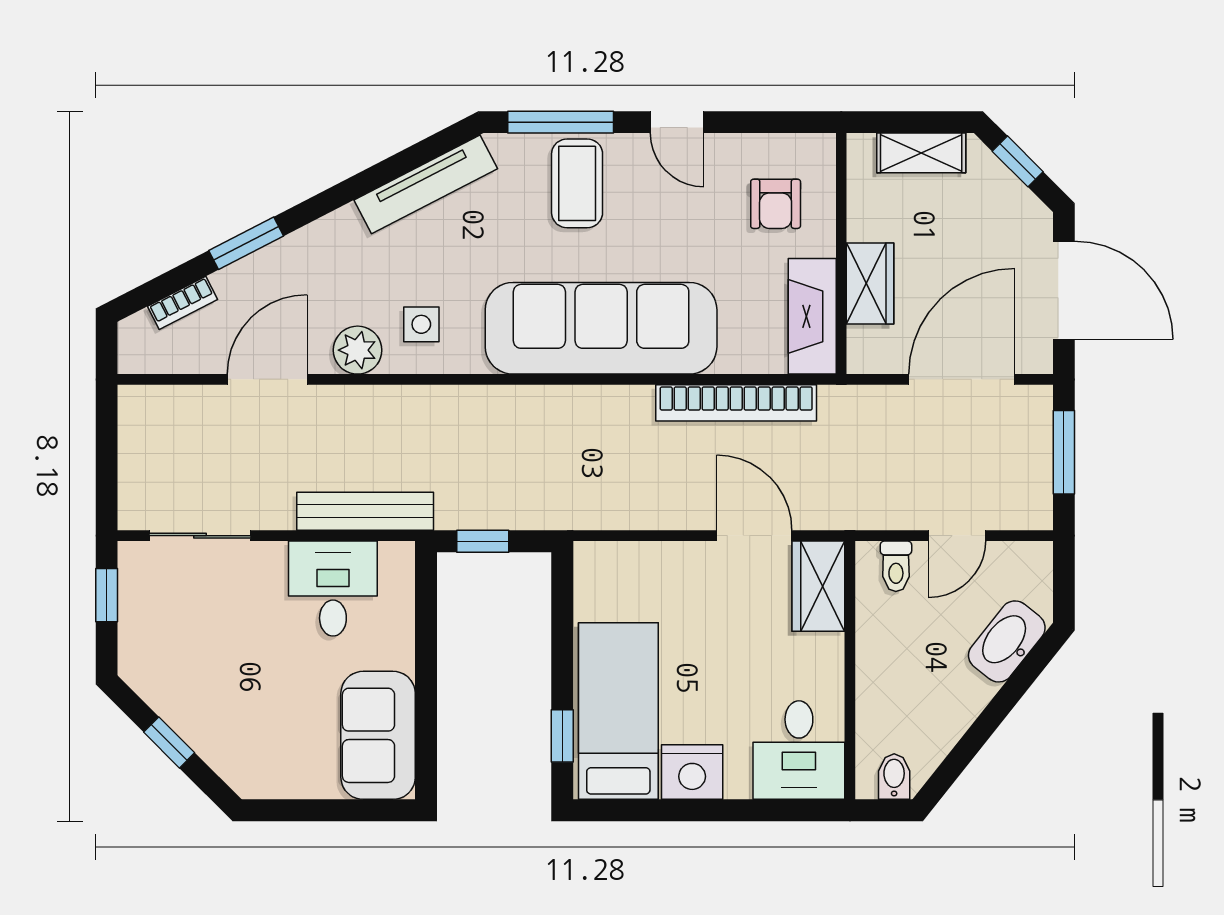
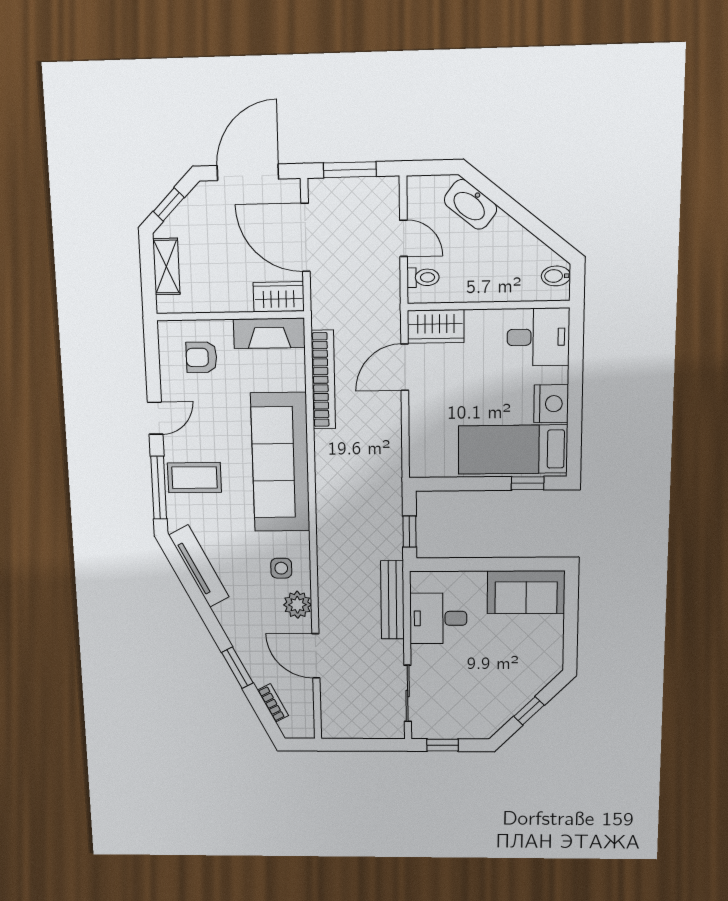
armchair: (776, 204) -> (201, 357), turned 180
wardrobe: (870, 284) -> (279, 297), moved

